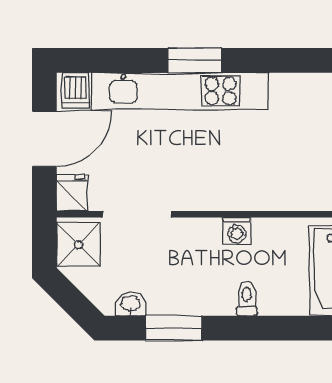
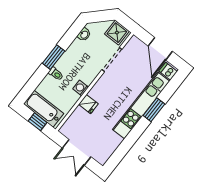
window: (195, 60) -> (154, 110), moved
fridge: (72, 193) -> (88, 104), moved
window: (174, 328) -> (54, 57), moved

